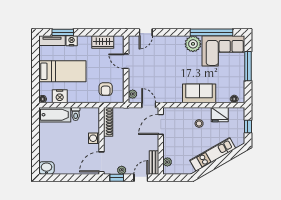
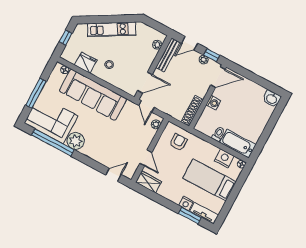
wardrobe: (103, 42) -> (148, 182), moved
sofa: (199, 93) -> (93, 95), width x1.85, depth x1.27
bench: (154, 162) -> (168, 55), width x1.36

